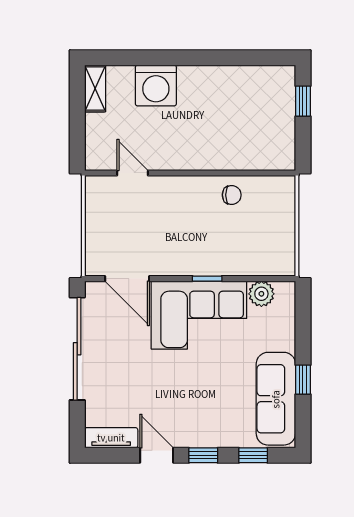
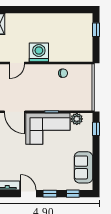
washing machine: (156, 85) -> (39, 52), moved, turned 180
door: (132, 173) -> (17, 63), swing flipped
window: (303, 380) -> (96, 129), moved
sofa: (276, 399) -> (83, 167), width x0.73

